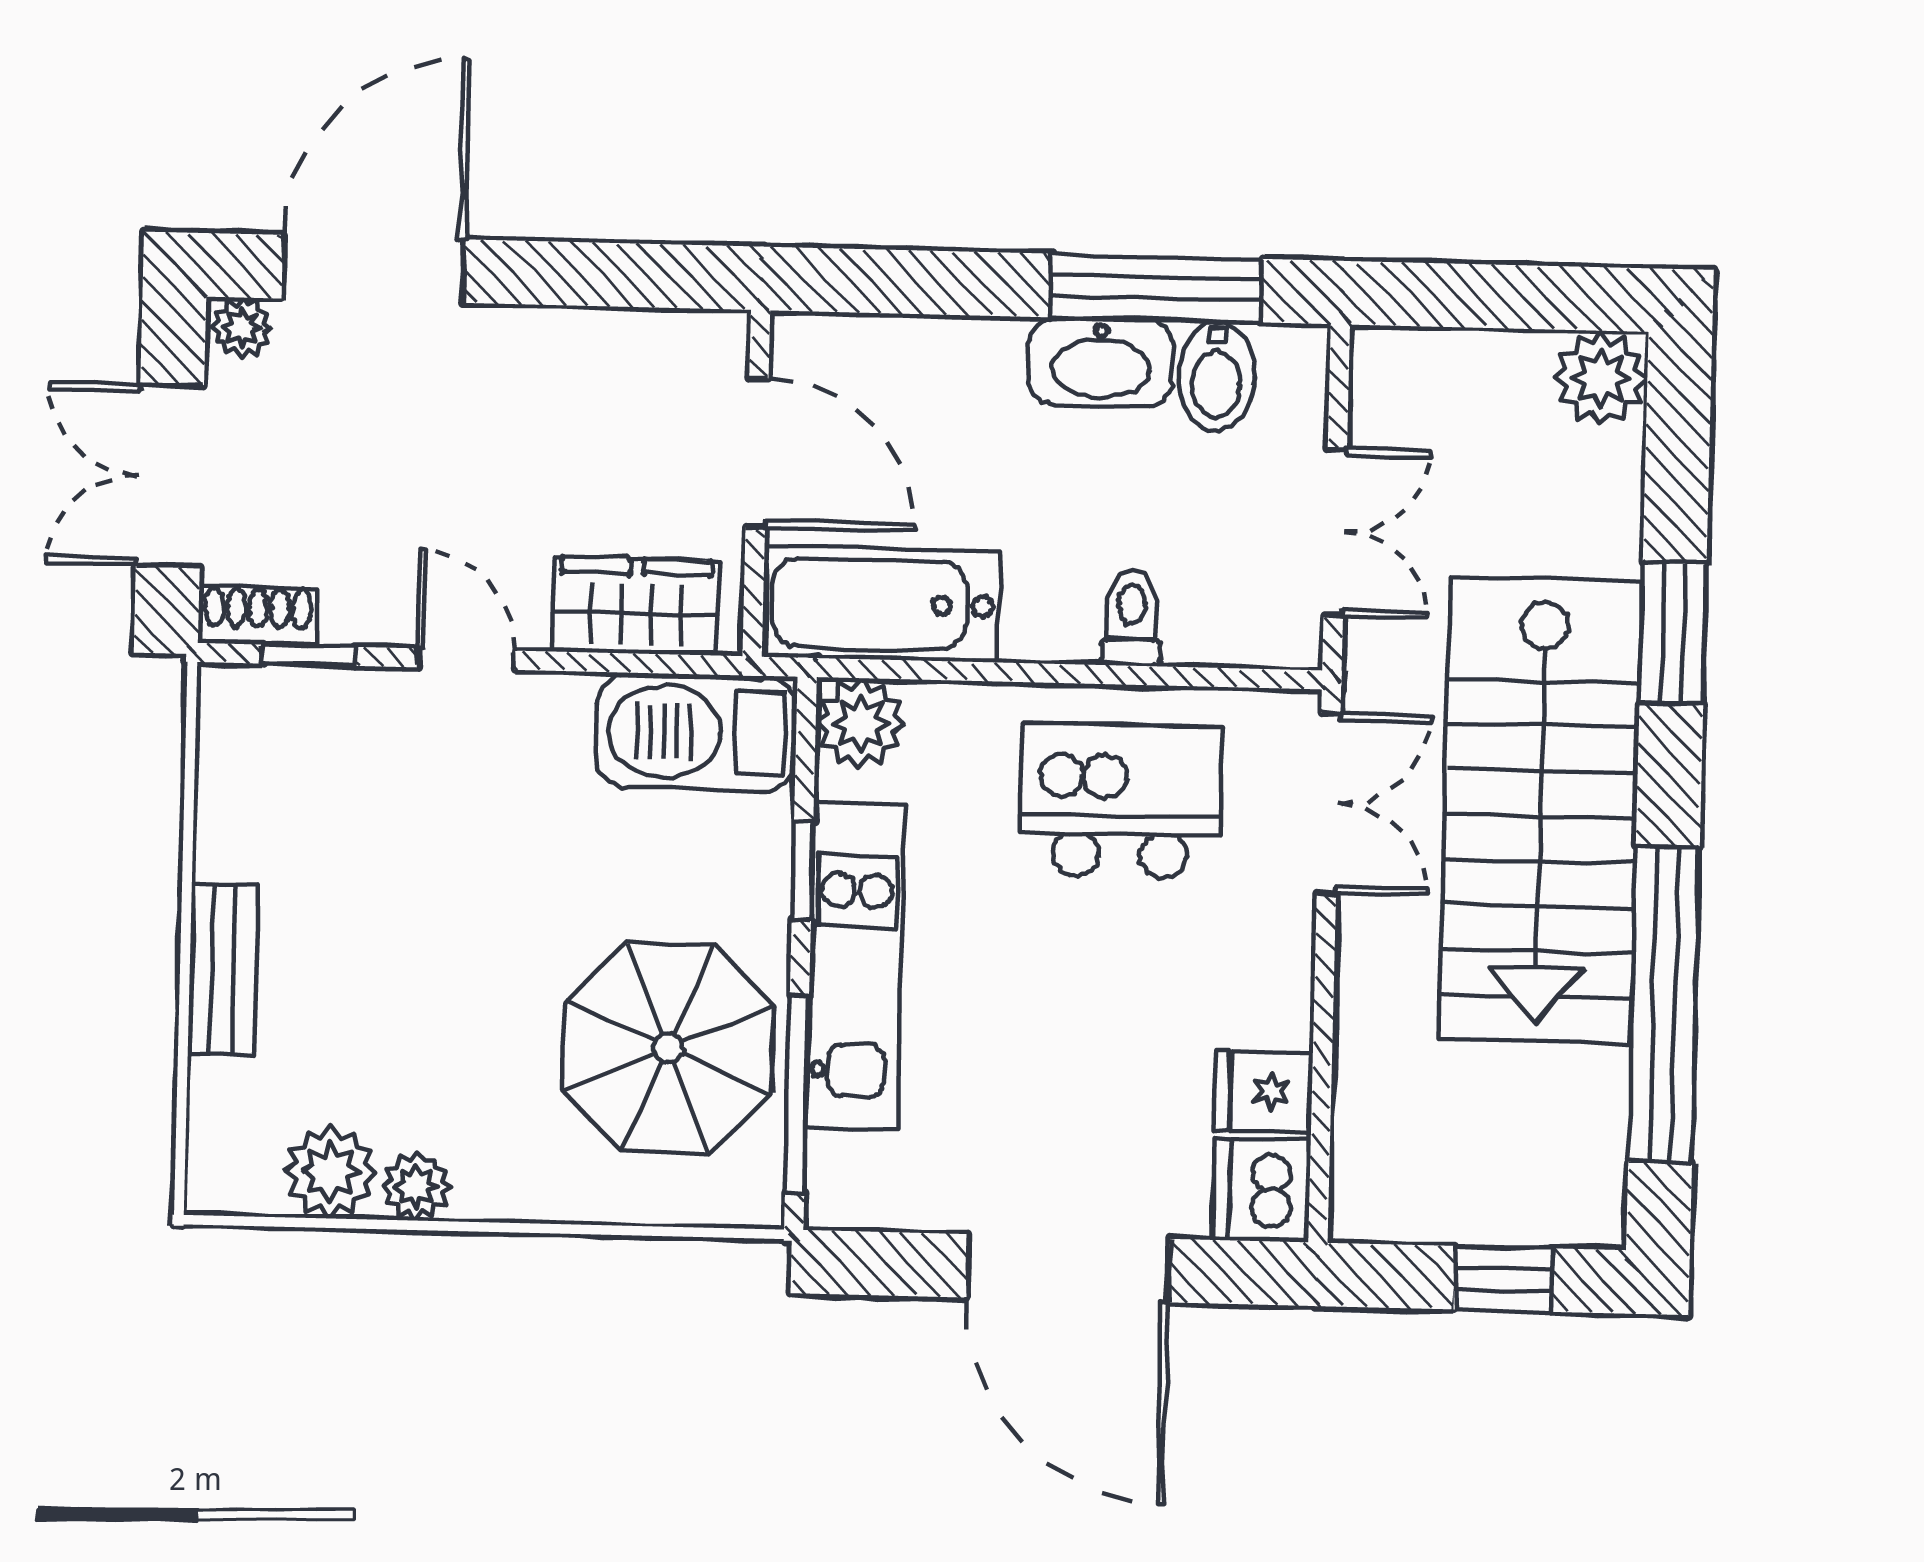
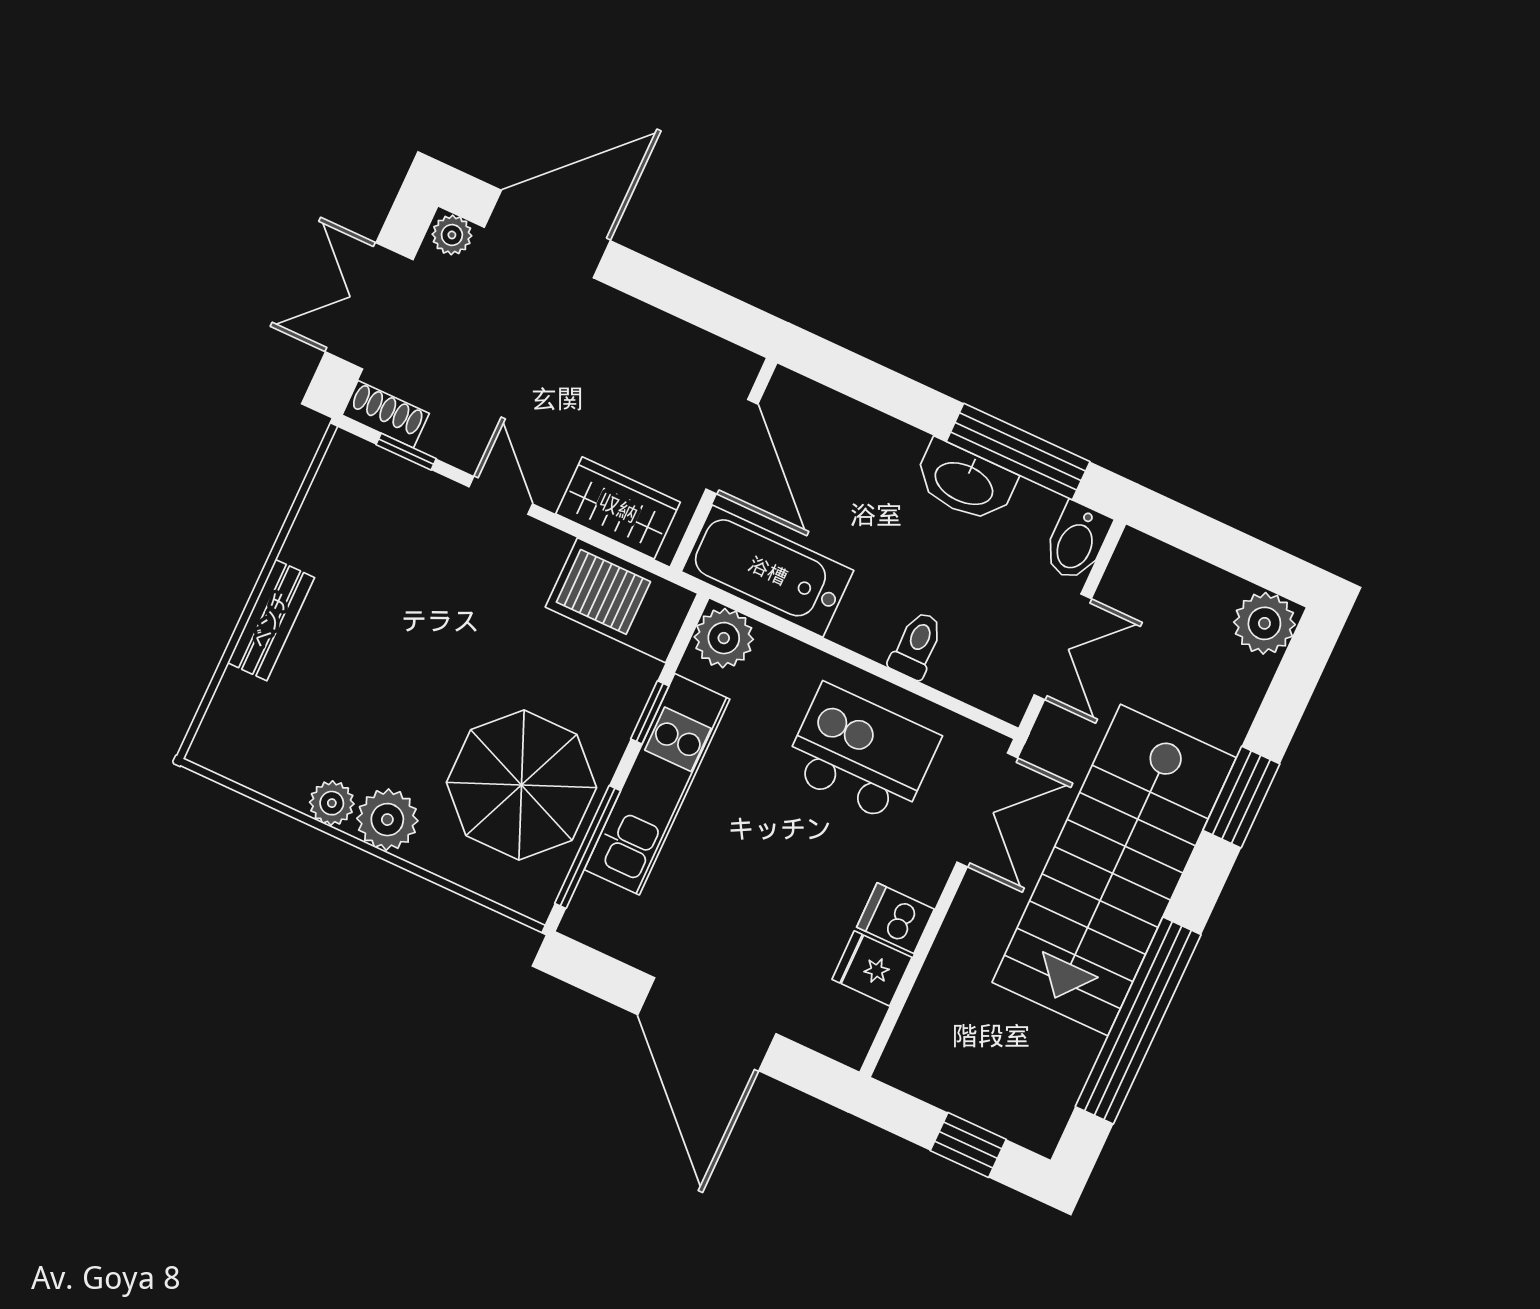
bidet: (1216, 376) -> (1077, 542), moved
plant: (330, 1172) -> (387, 820), moved
dishwasher: (1262, 1190) -> (896, 918), moved, width x0.73

